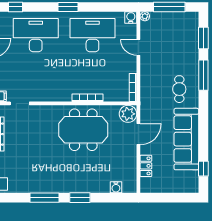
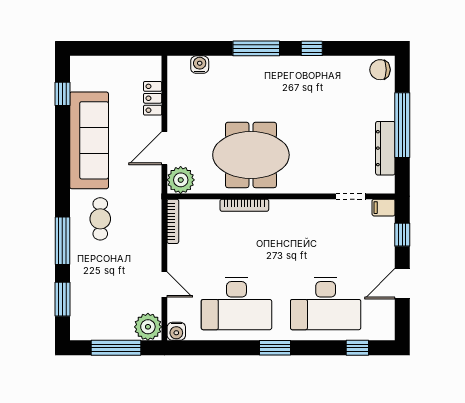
plant: (145, 16) -> (148, 327), width x1.87, depth x1.87
window: (45, 198) -> (312, 48), width x0.46
window: (80, 198) -> (256, 48), width x1.44

